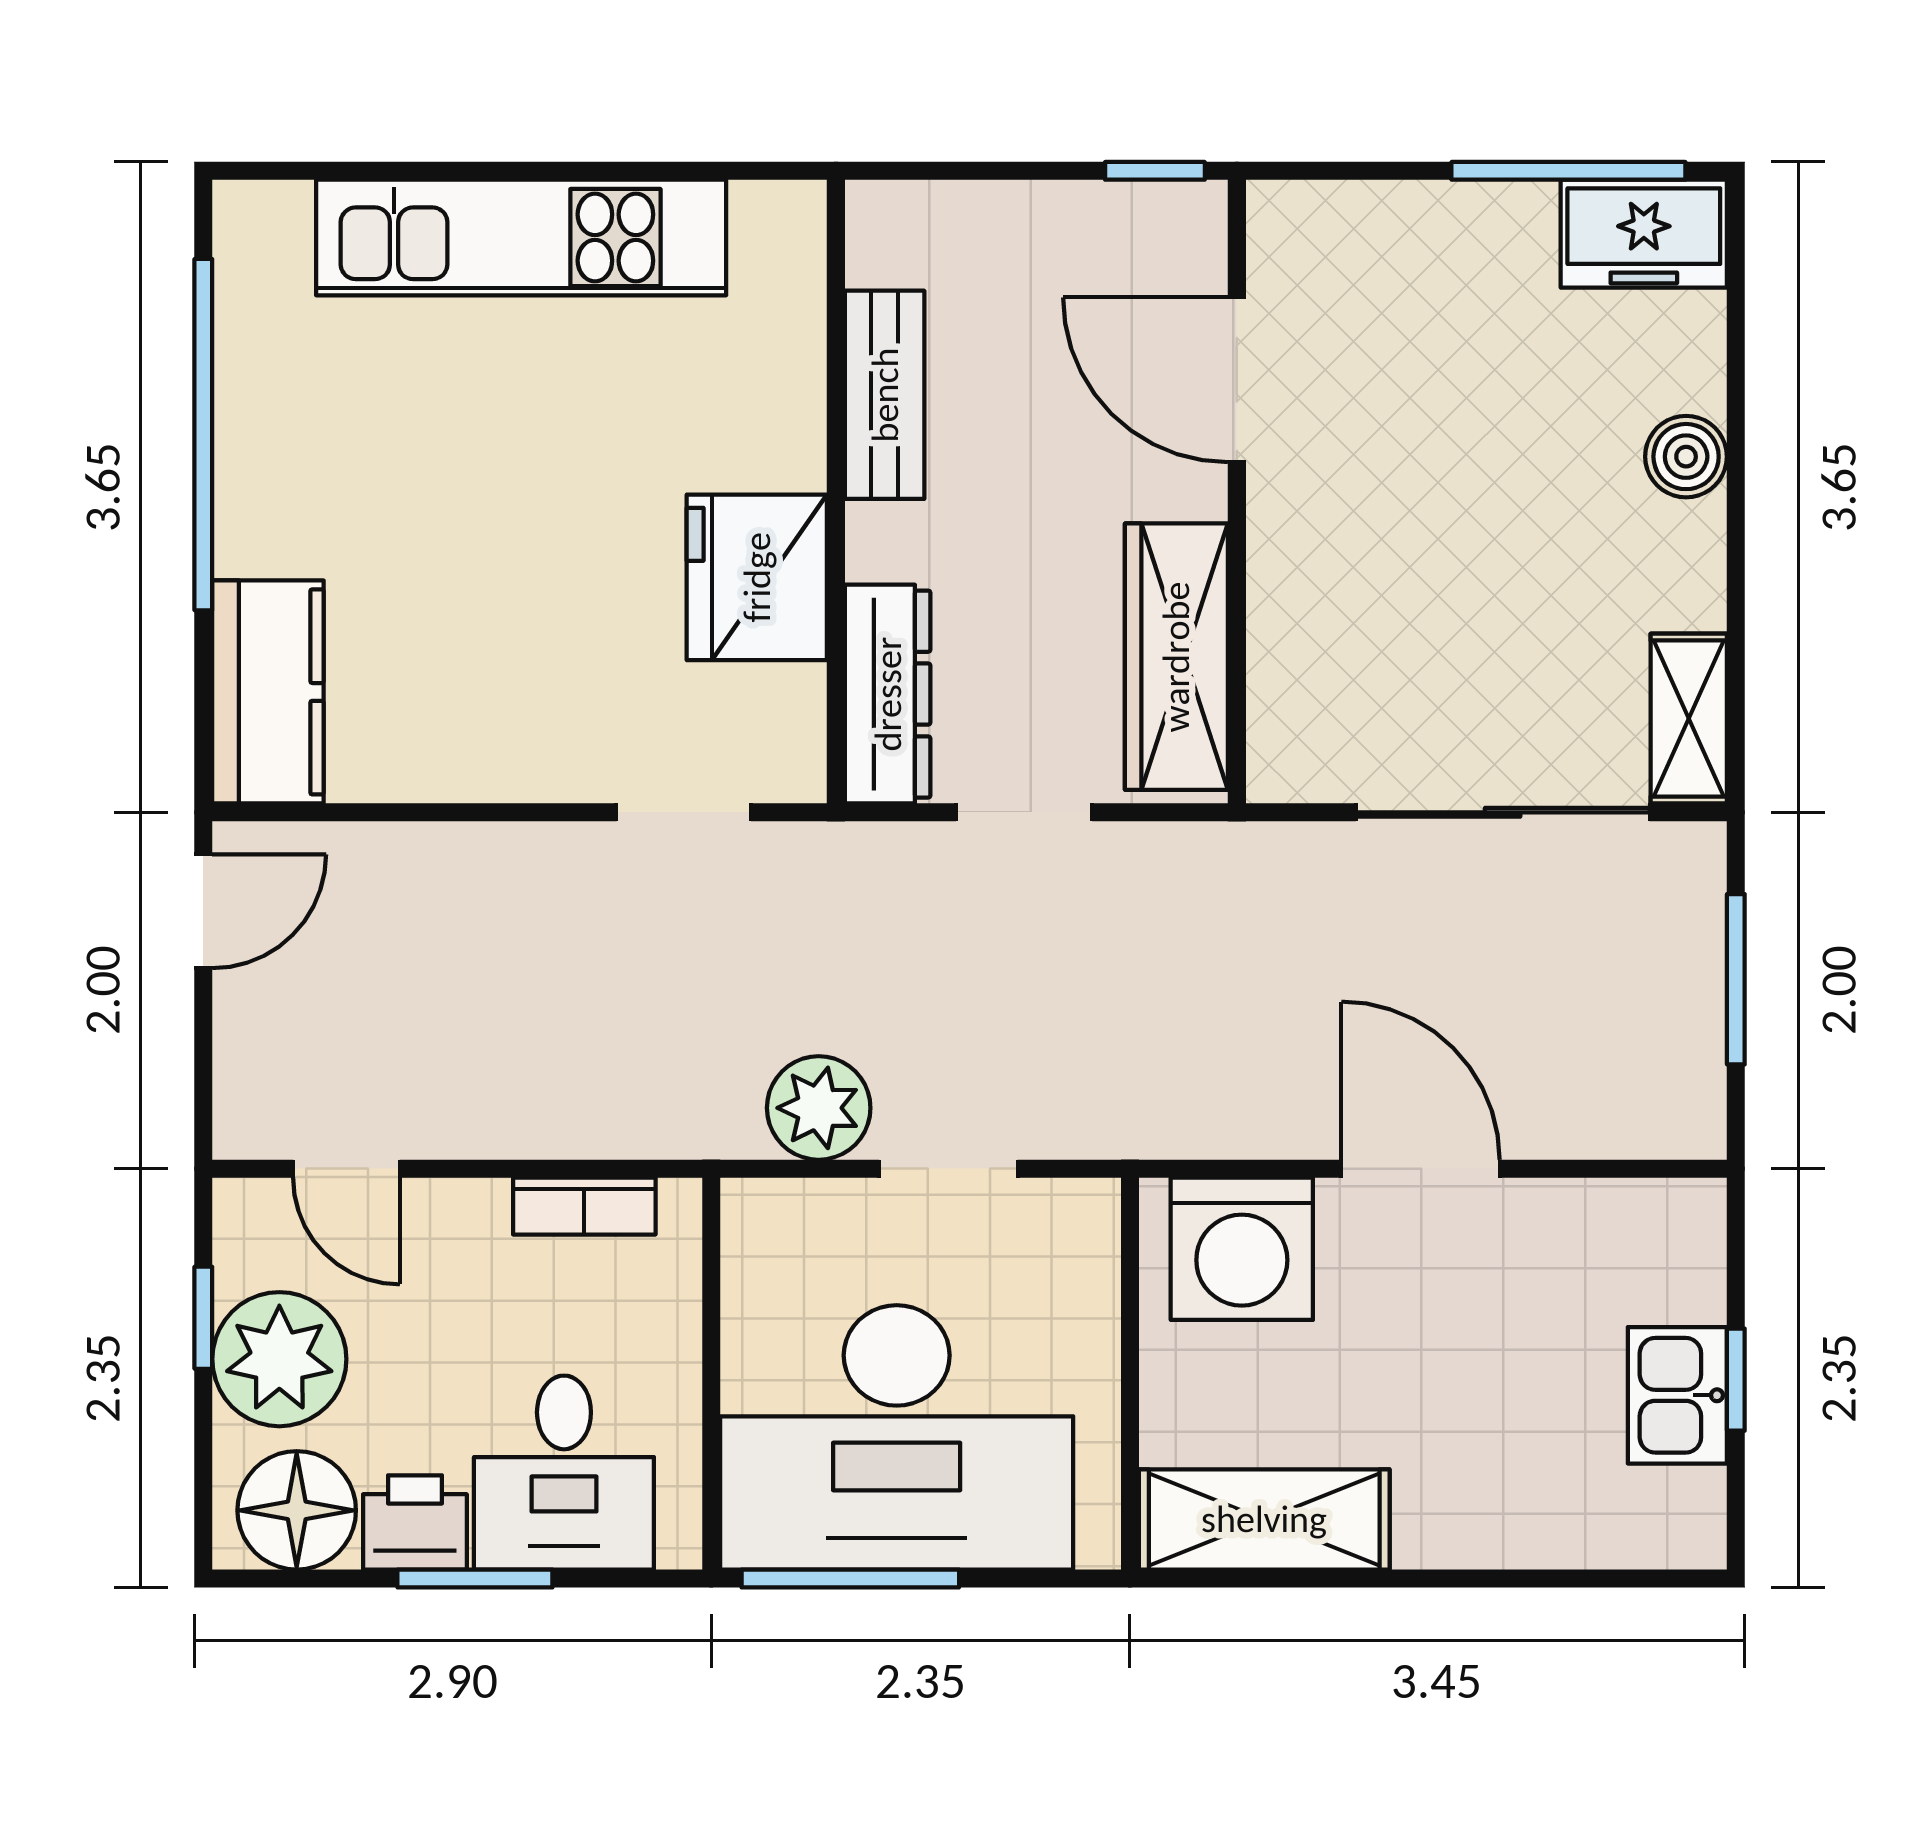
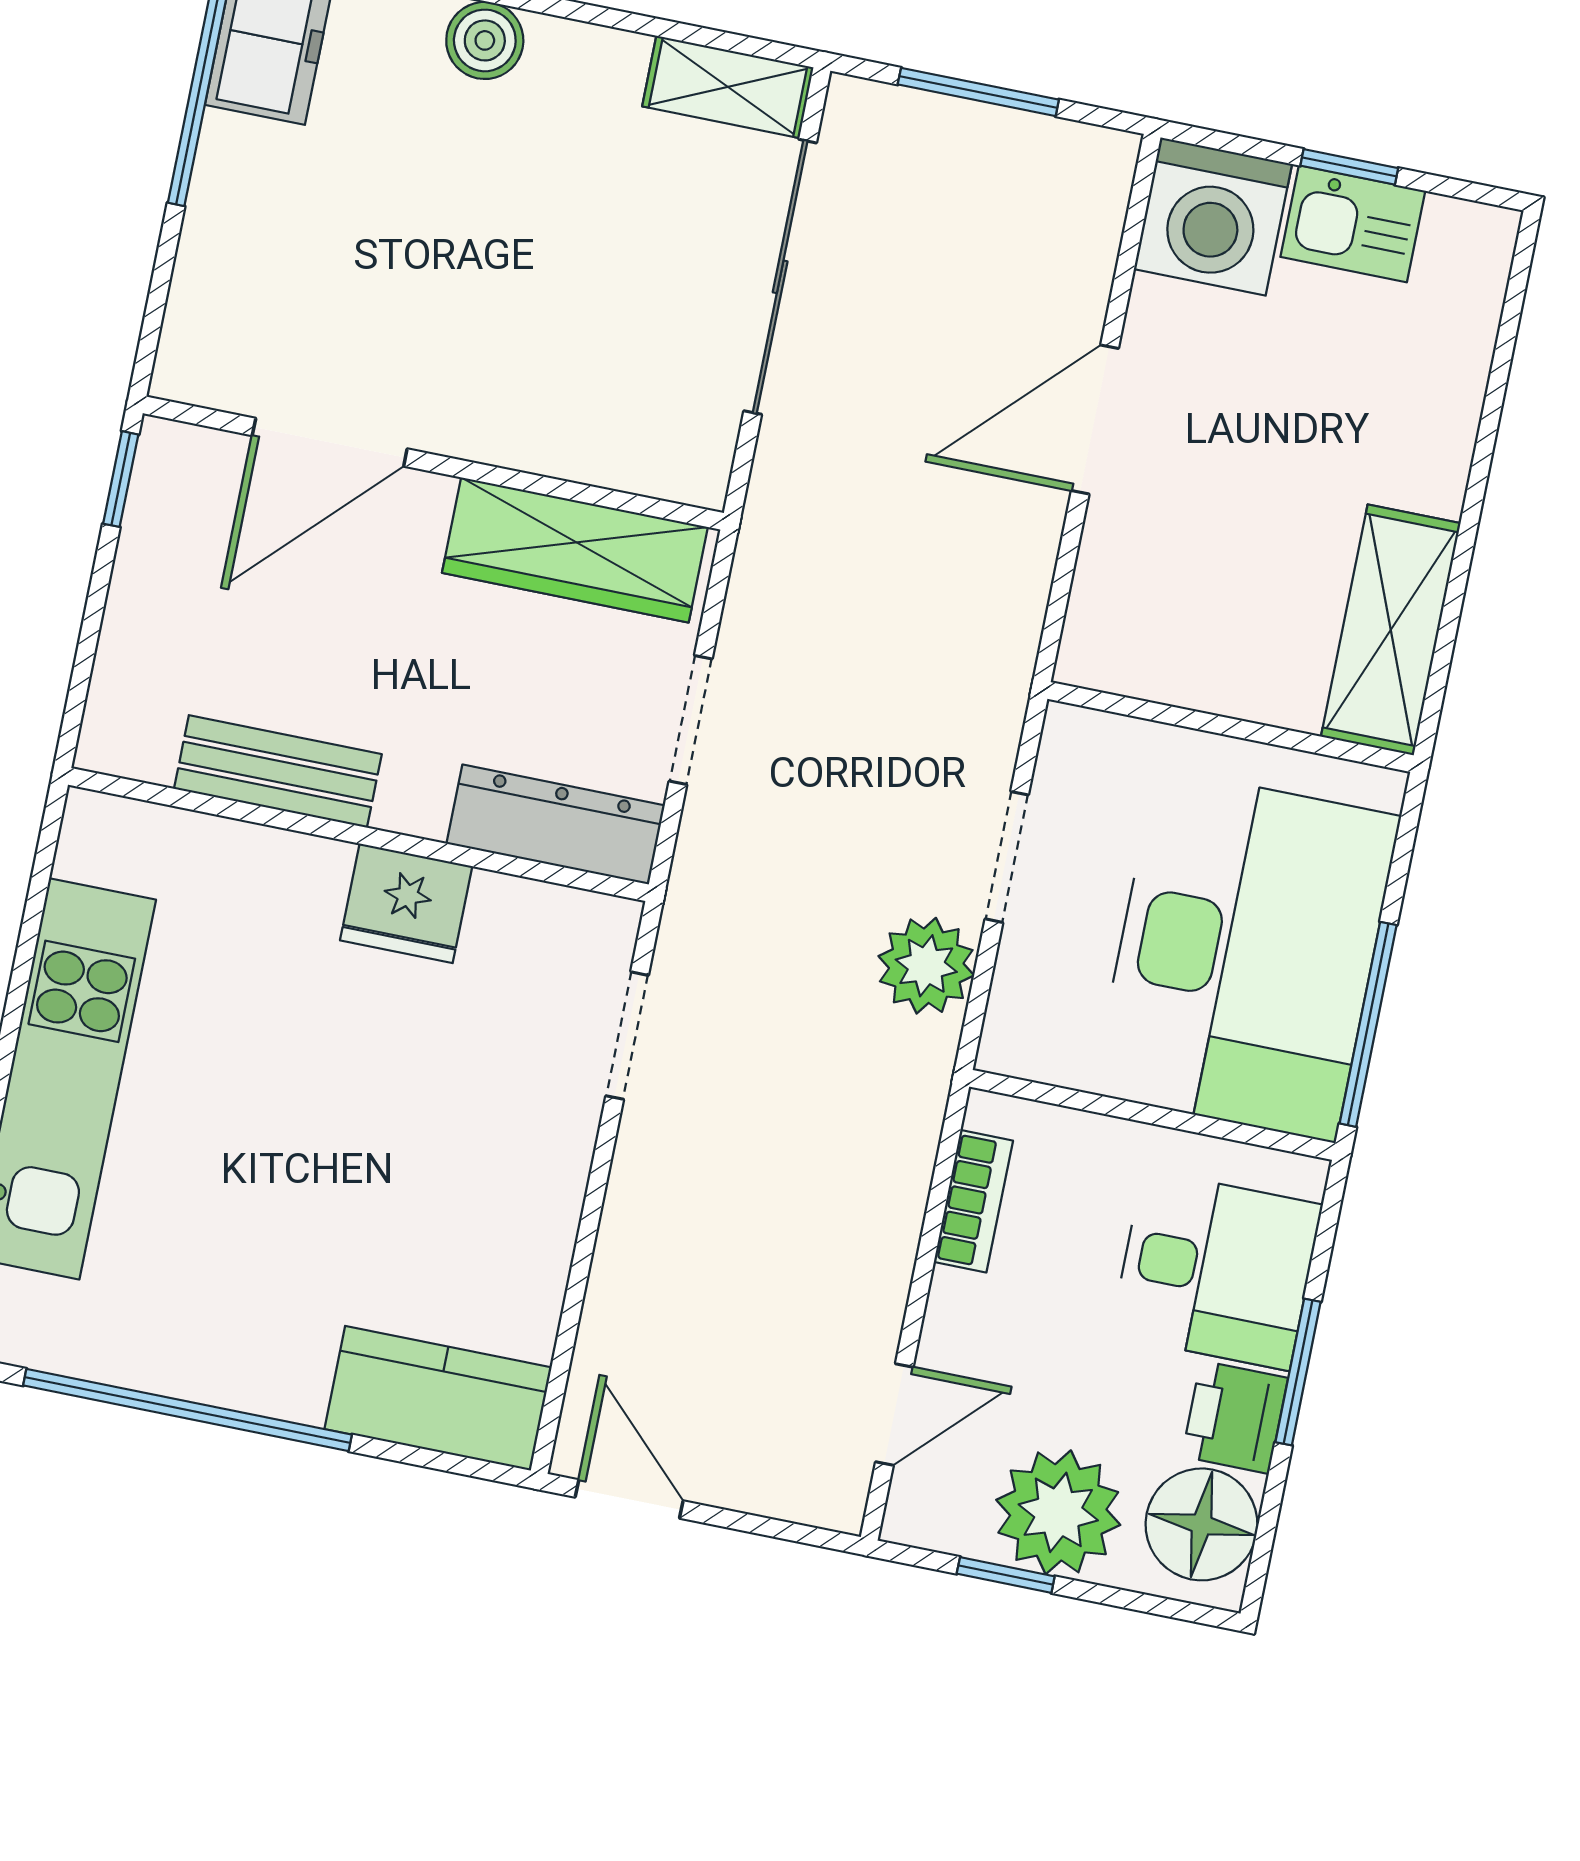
fridge: (757, 577) -> (406, 903), width x0.73, depth x0.75
washing machine: (1242, 1249) -> (1213, 217), moved, turned 90

